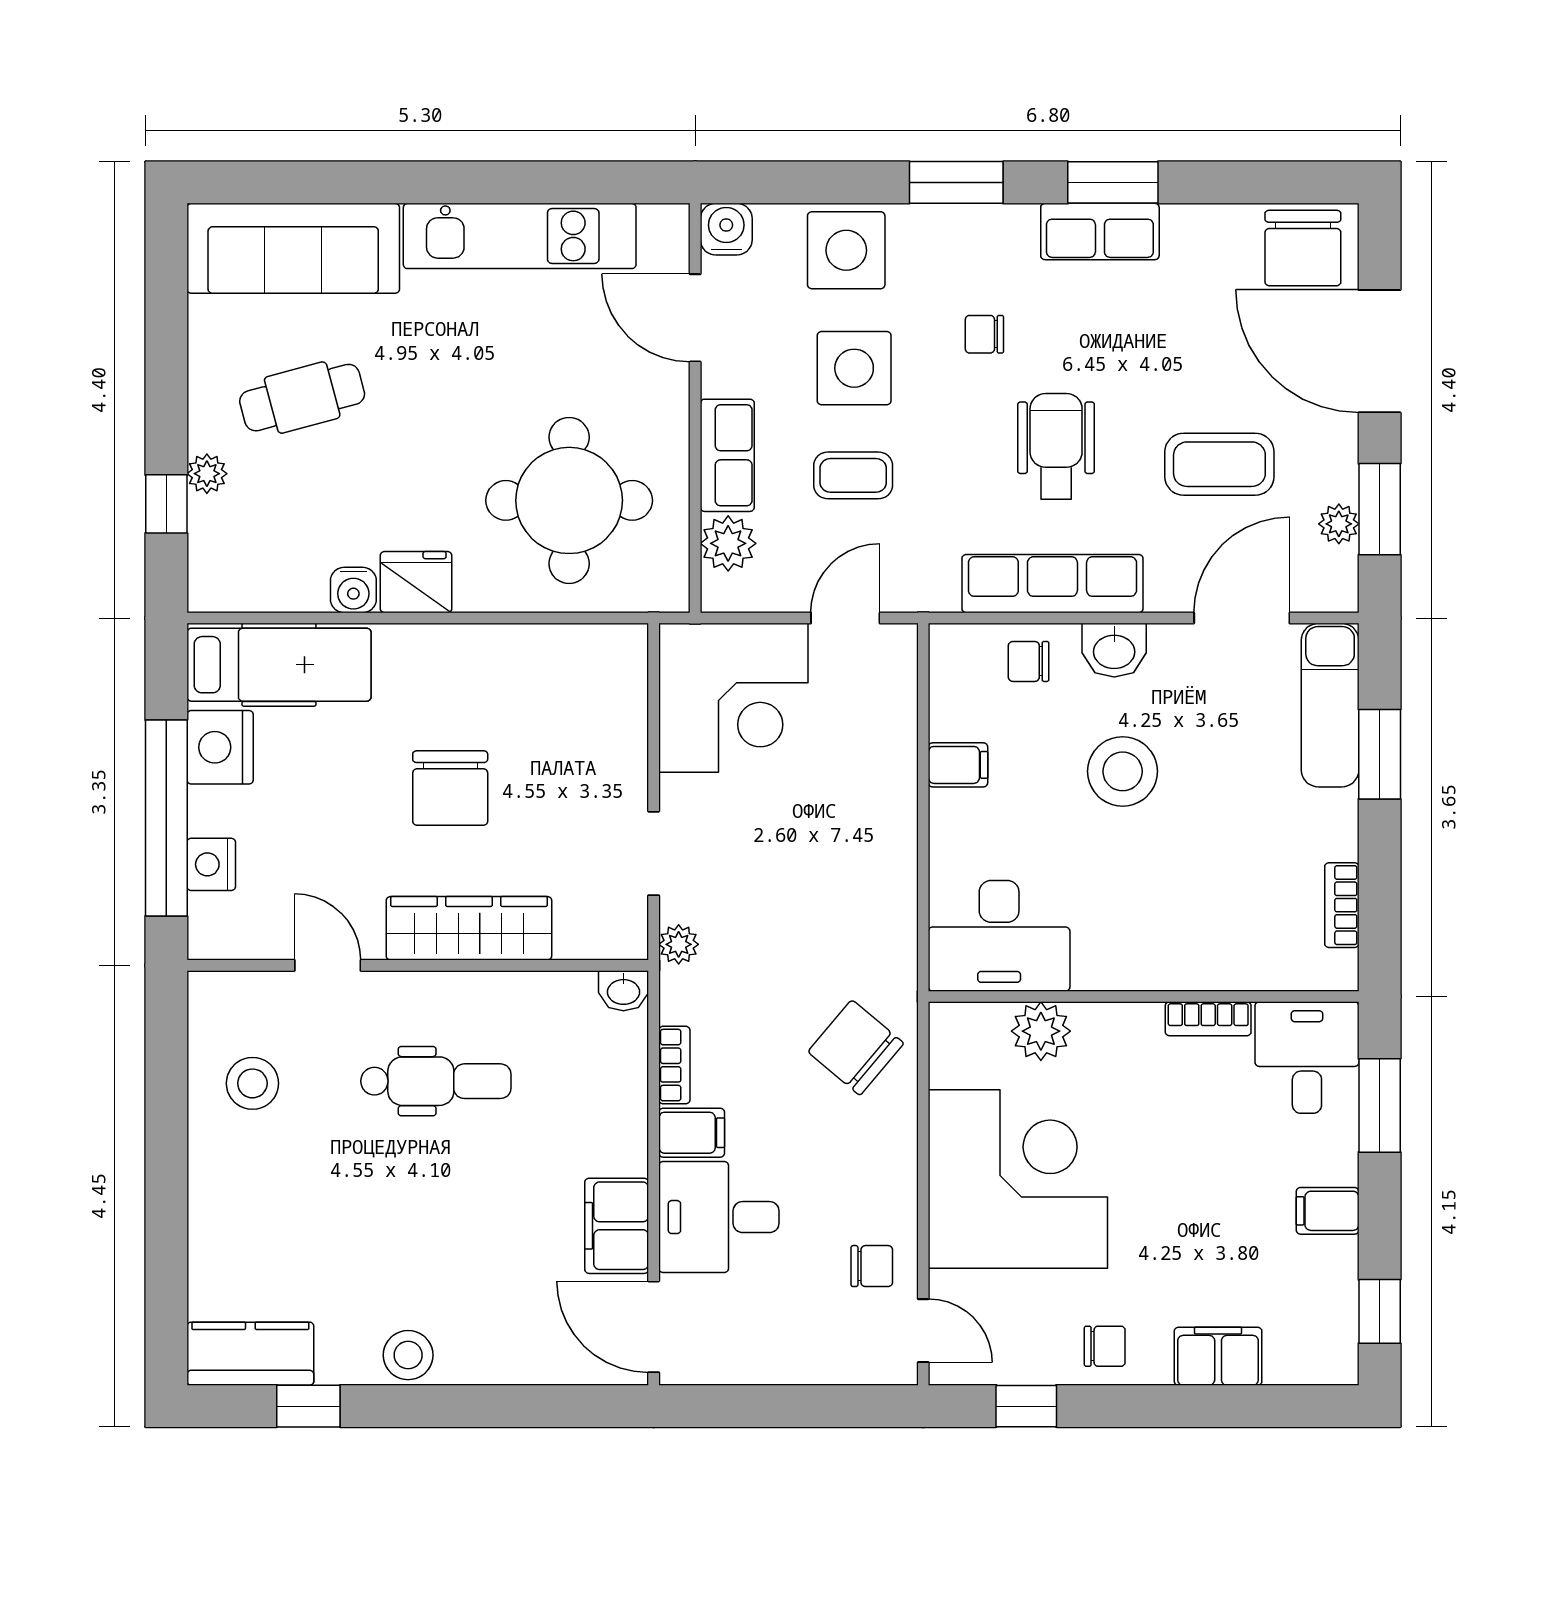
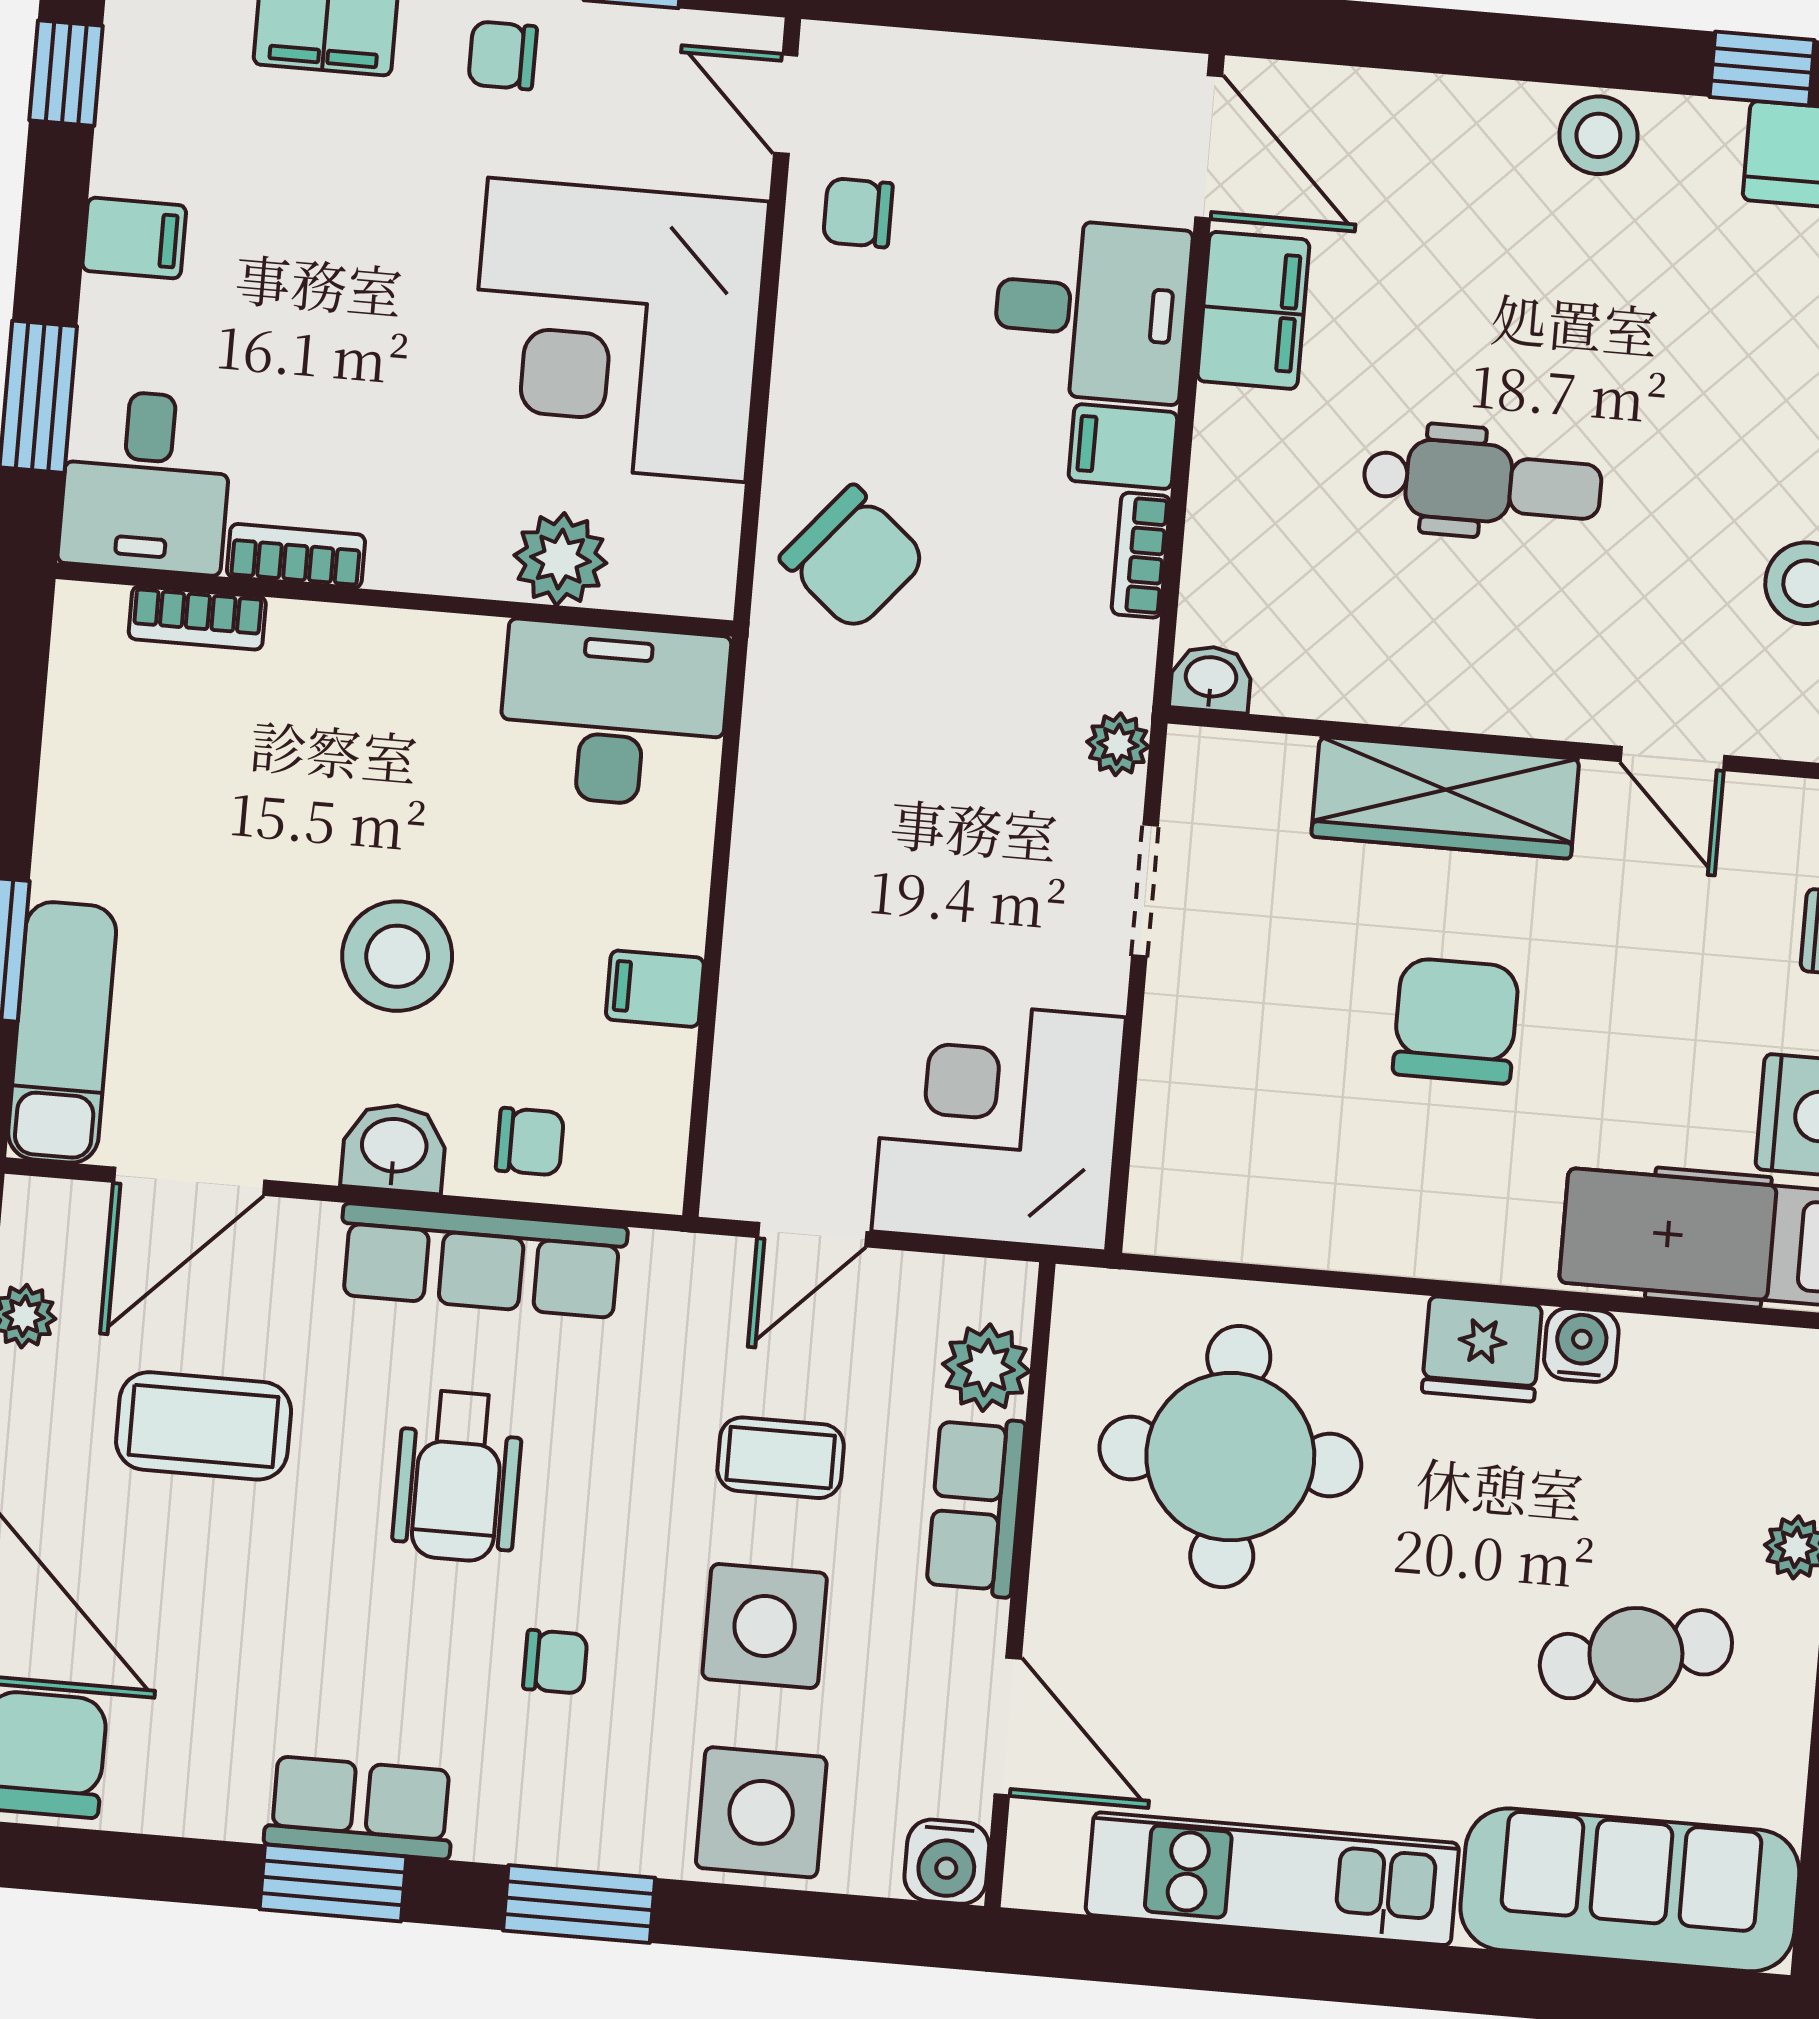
bookcase: (1342, 905) -> (197, 618), moved, turned 90
dental chair: (436, 1081) -> (1482, 483), moved, turned 180

